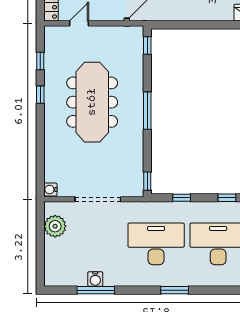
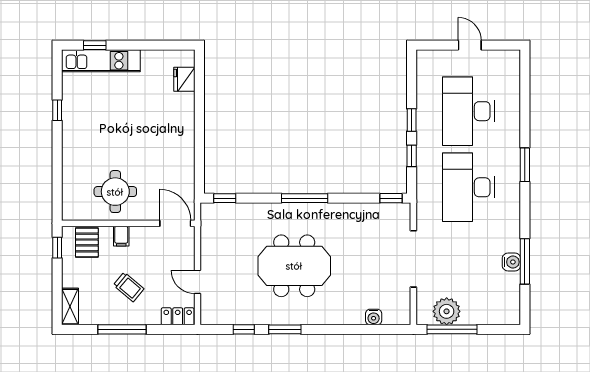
window: (40, 95) -> (285, 329), width x1.50
meeting table: (92, 102) -> (294, 266), width x0.73
water cooler: (50, 190) -> (374, 317), moved
window: (227, 198) -> (412, 120), moved
window: (40, 231) -> (452, 329), added

